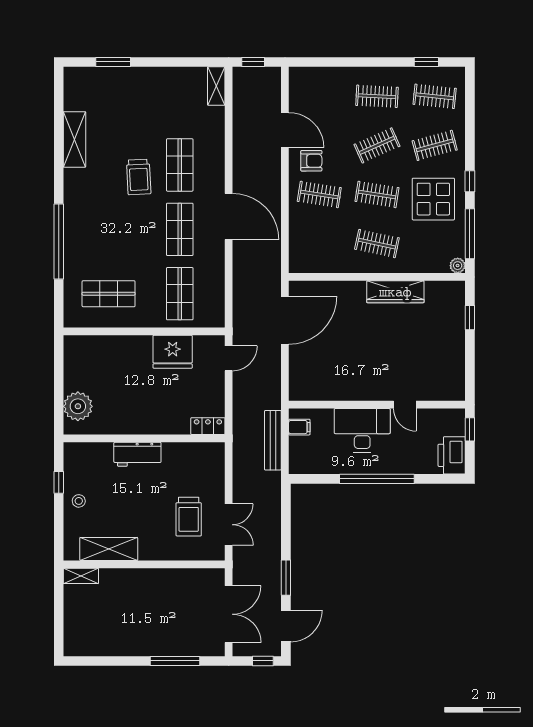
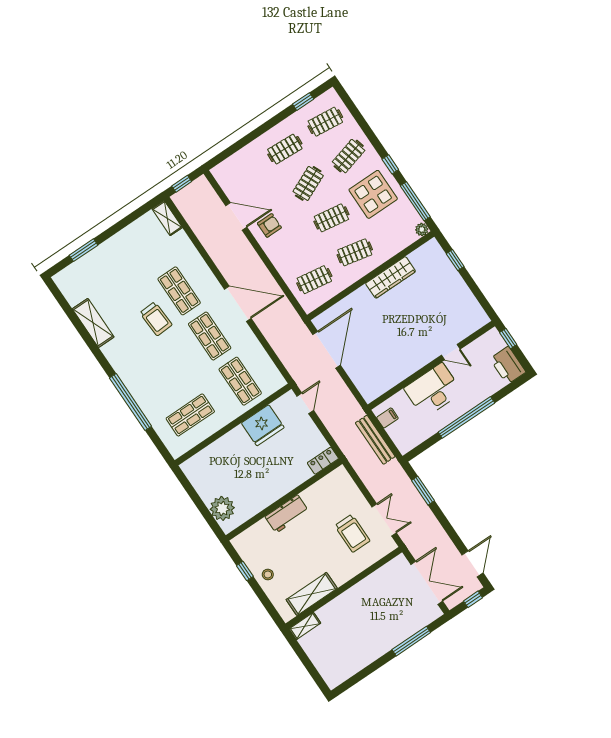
clothes rail: (319, 194) -> (314, 280), moved
window: (286, 578) -> (423, 491), moved

